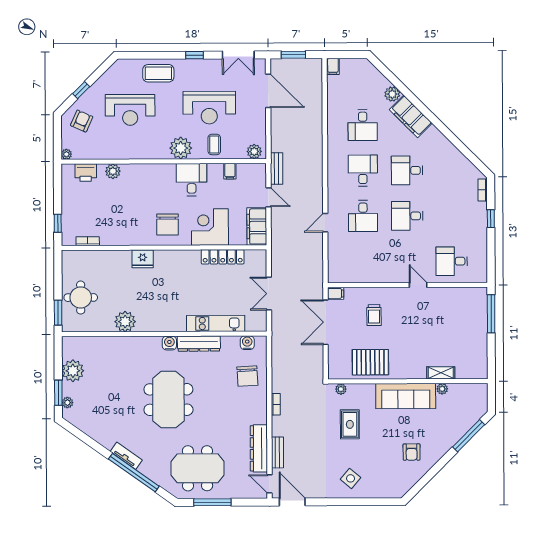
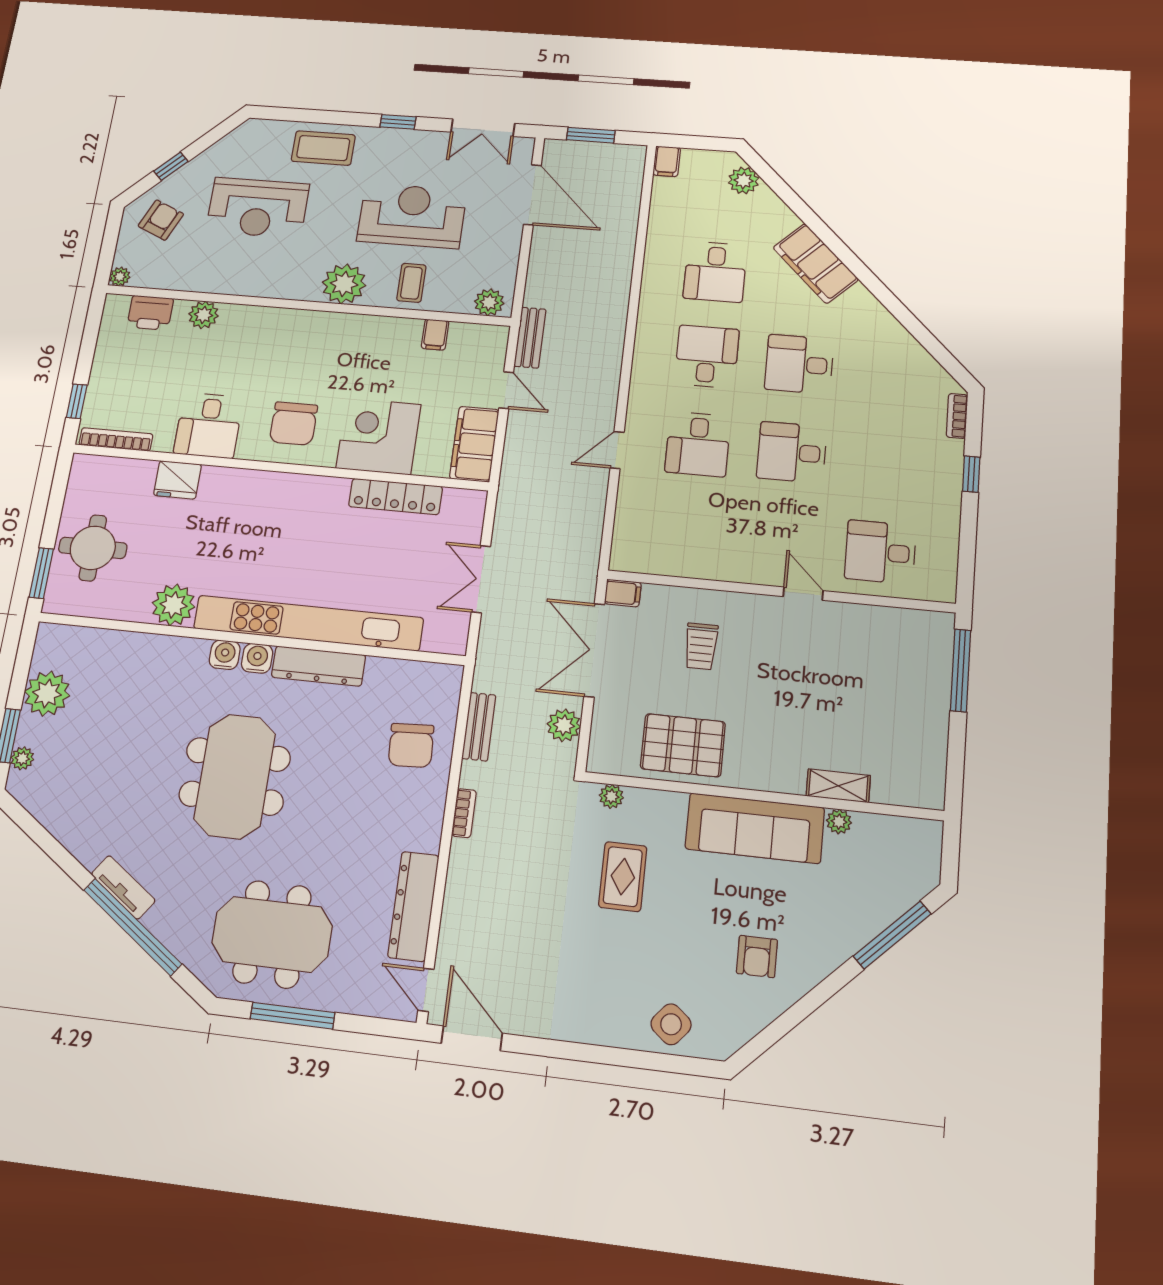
plant: (392, 94) -> (744, 180), moved
reception desk: (209, 108) -> (412, 216), turned 180
desk: (192, 180) -> (209, 425), moved, turned 180
bookcase: (88, 241) -> (116, 439), width x1.56
fridge: (143, 259) -> (178, 480), moved
kitchen unit: (216, 324) -> (308, 623), width x1.86
water cooler: (247, 343) -> (225, 655), moved
plant: (316, 359) -> (564, 725), added
bench: (277, 452) -> (479, 727), moved
side table: (351, 478) -> (671, 1024), moved

